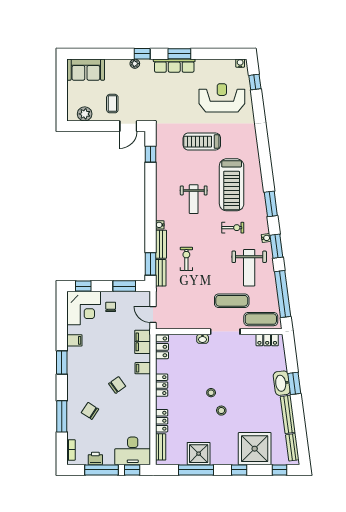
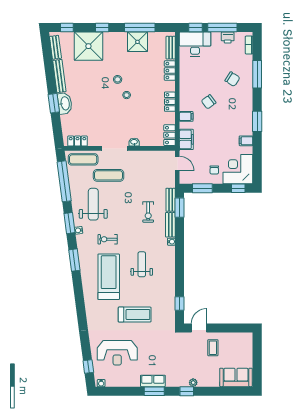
row of seats: (174, 66) -> (153, 381), width x0.68
plant: (85, 114) -> (237, 339), removed

